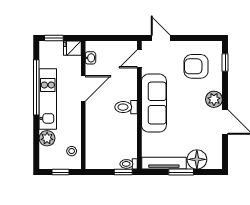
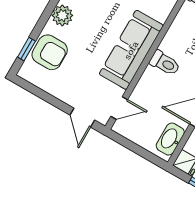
washbasin: (90, 58) -> (170, 139), width x1.91, depth x1.45
armchair: (196, 66) -> (50, 52), moved

